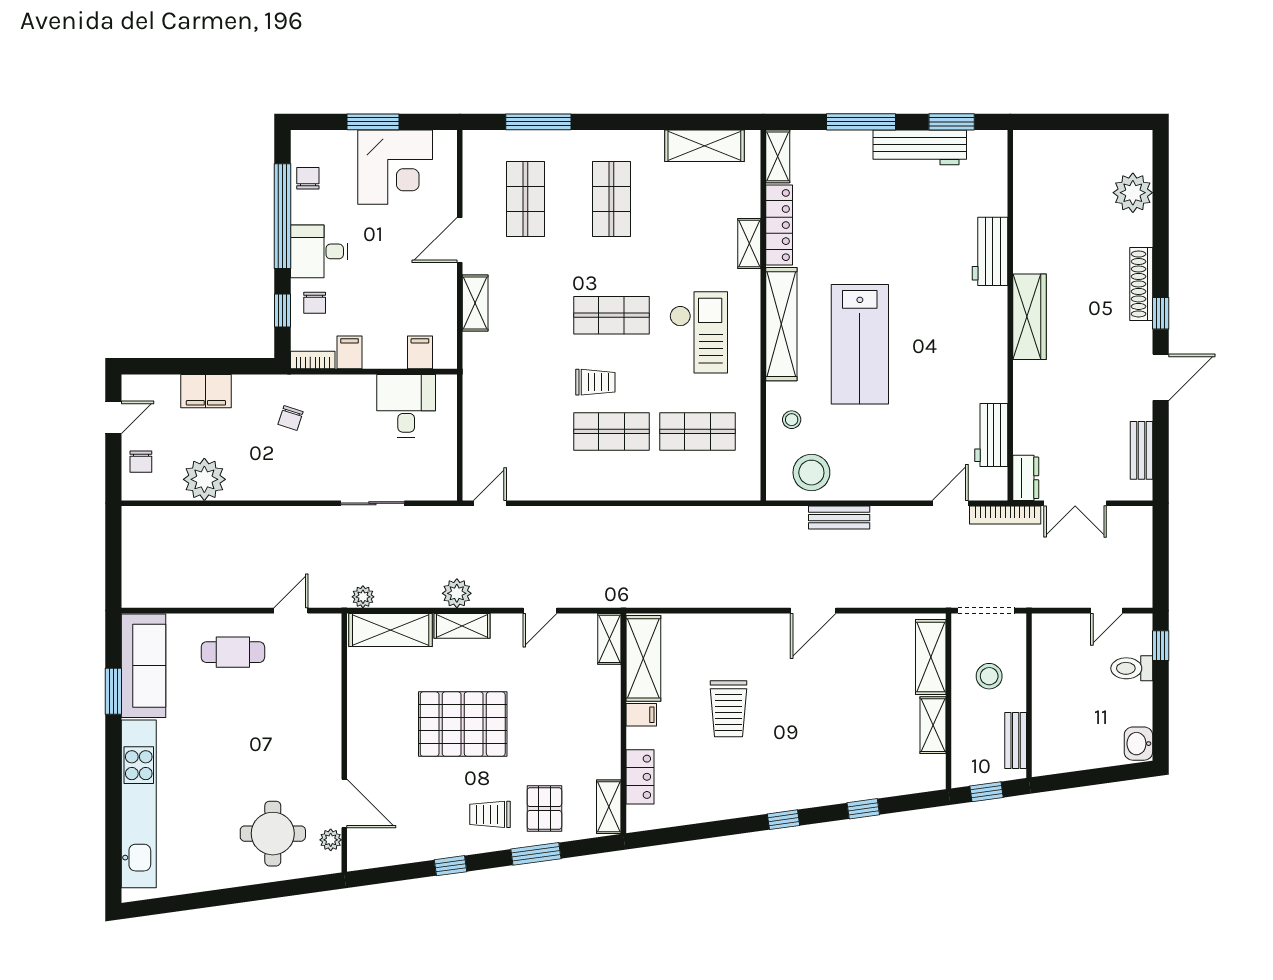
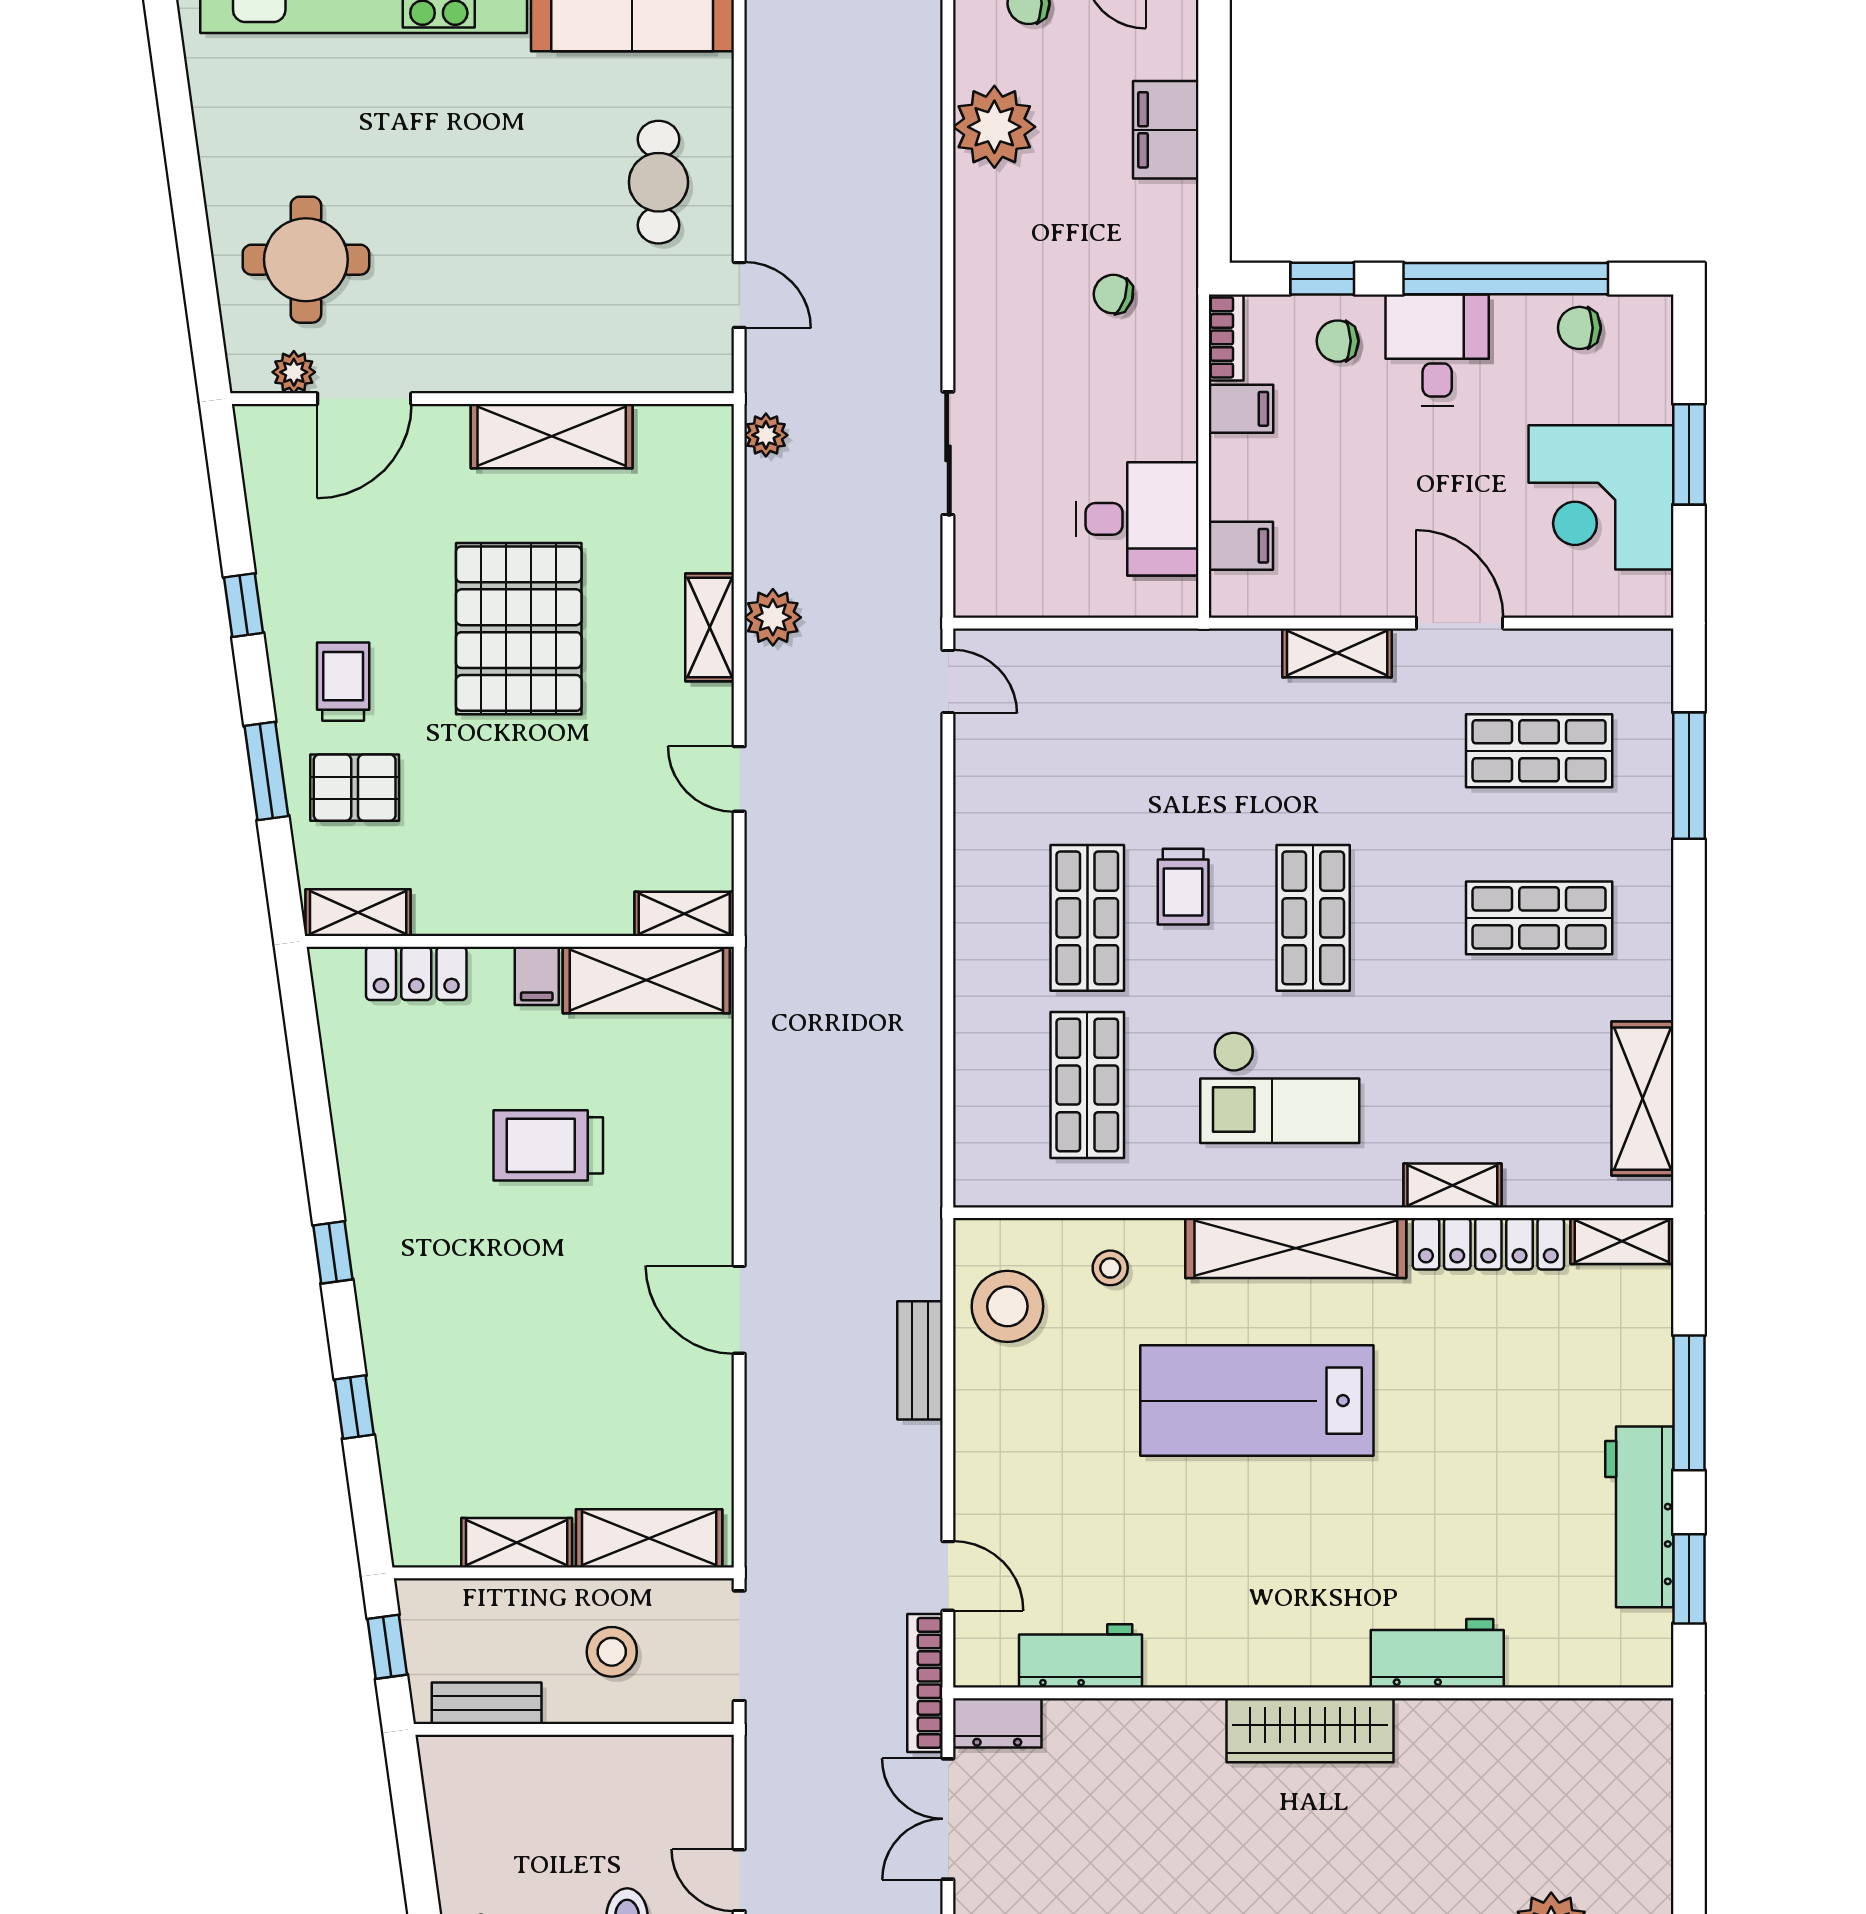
chair: (308, 178) -> (1579, 328), turned 180
shelving: (391, 630) -> (552, 436), moved, turned 90

